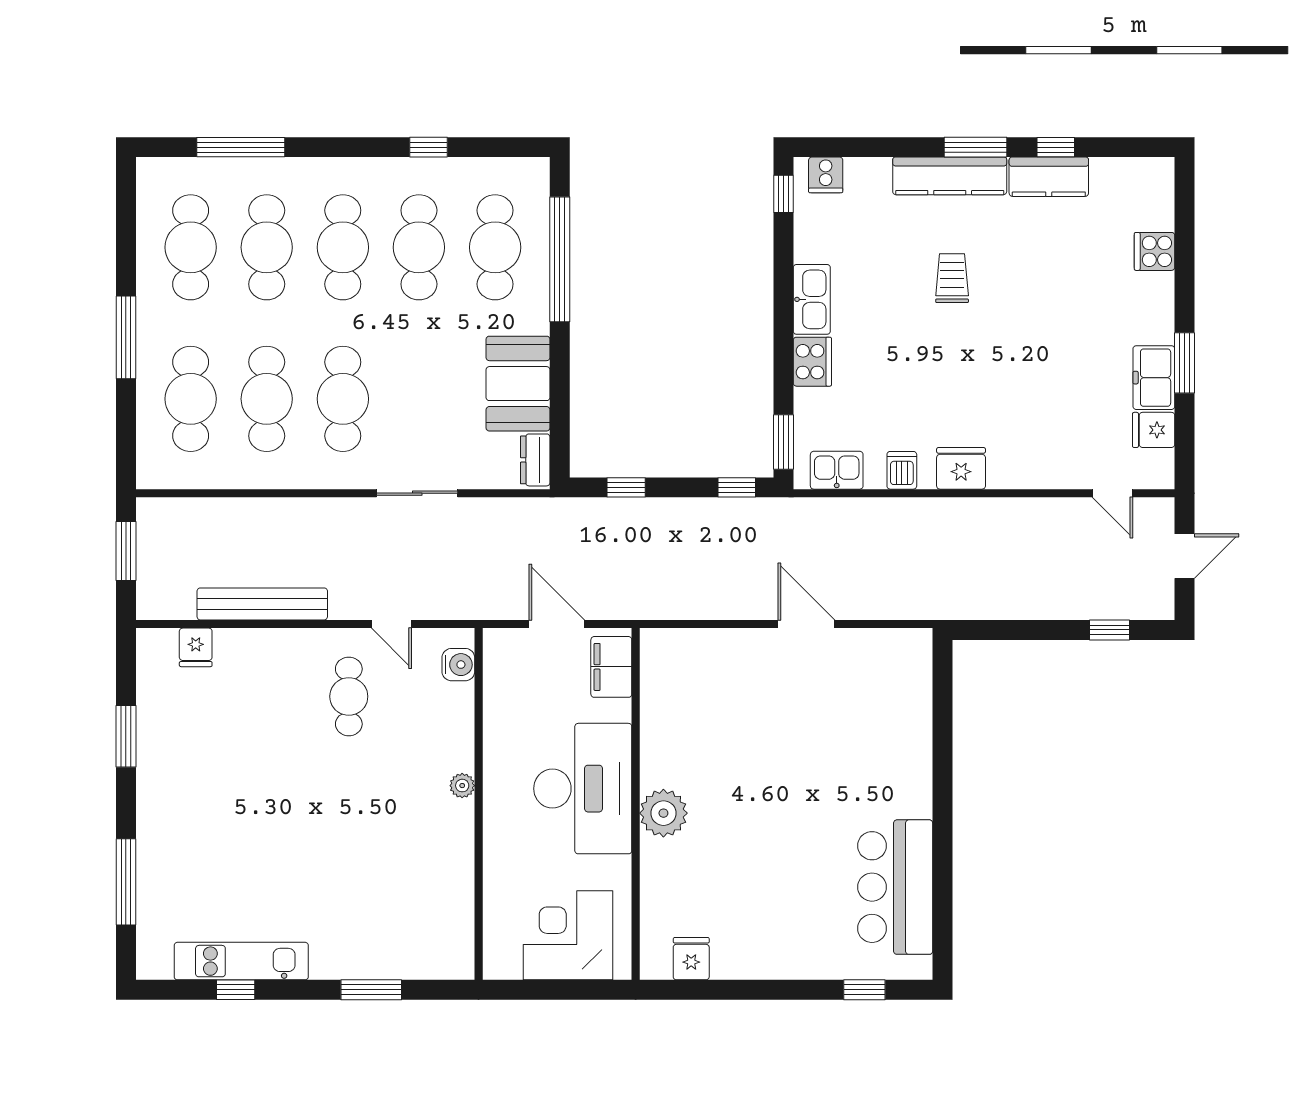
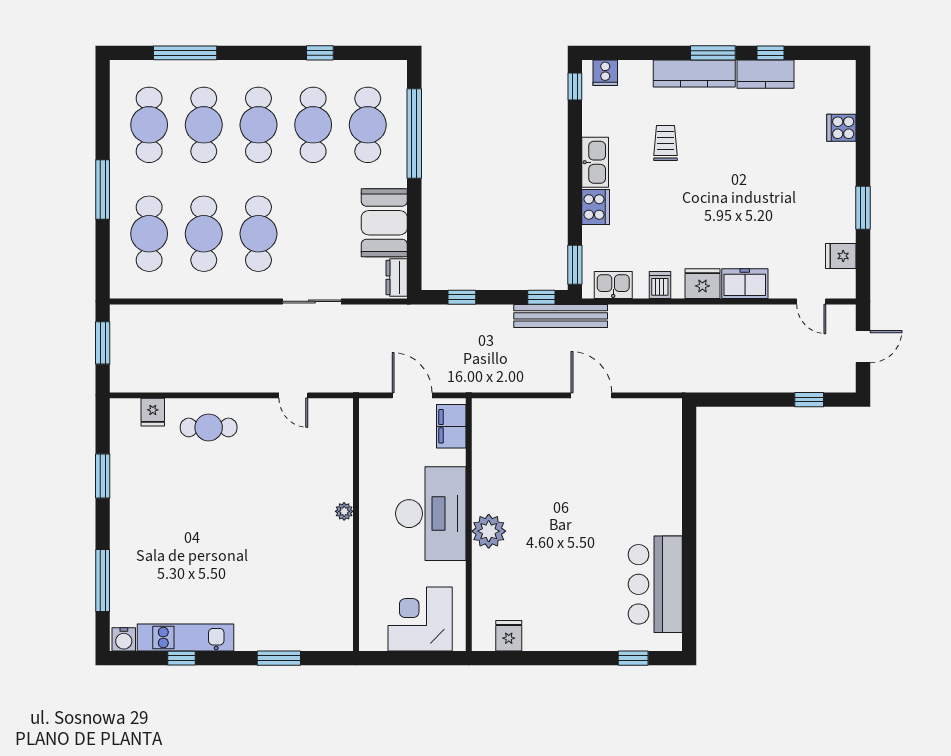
trolley: (952, 278) -> (665, 143), moved
freezer: (1154, 378) -> (745, 284), moved, turned 90
bench: (262, 604) -> (561, 316), moved
water cooler: (458, 665) -> (124, 639), moved, turned 90
cafe table: (349, 696) -> (209, 427), moved, turned 90

